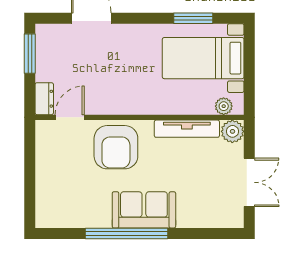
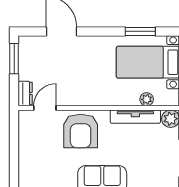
plant: (224, 106) -> (147, 99), moved

